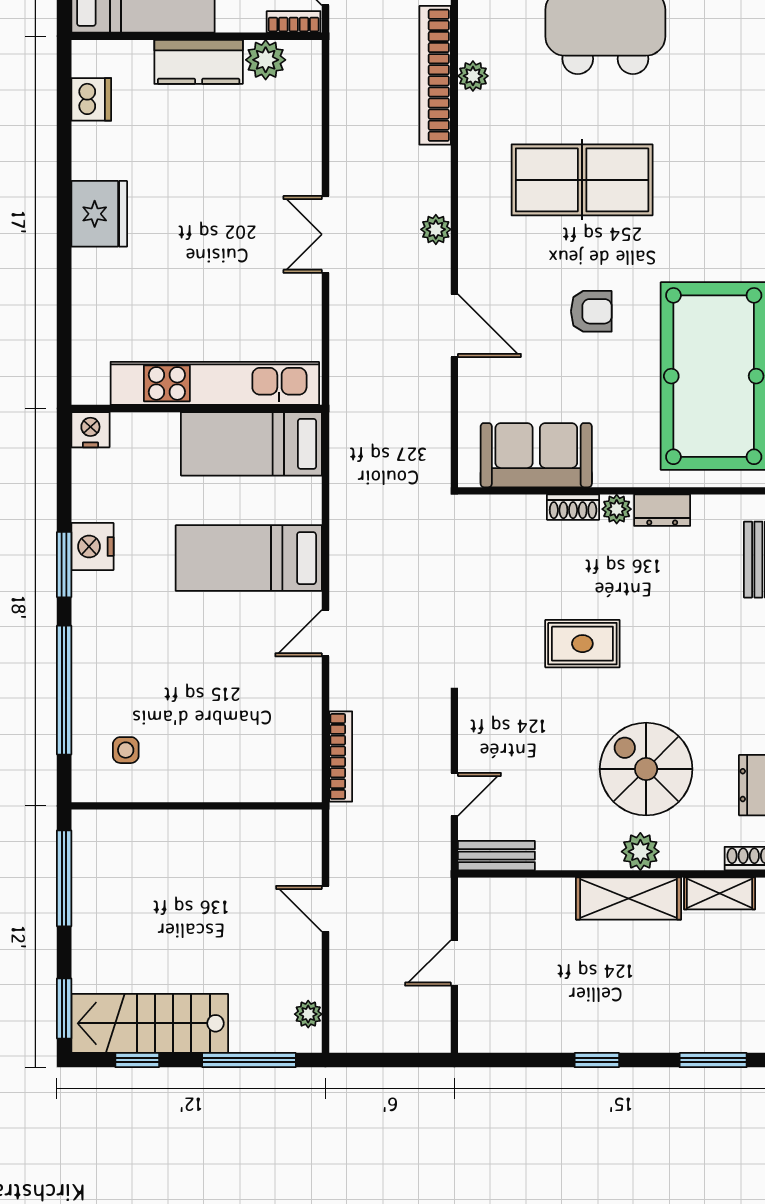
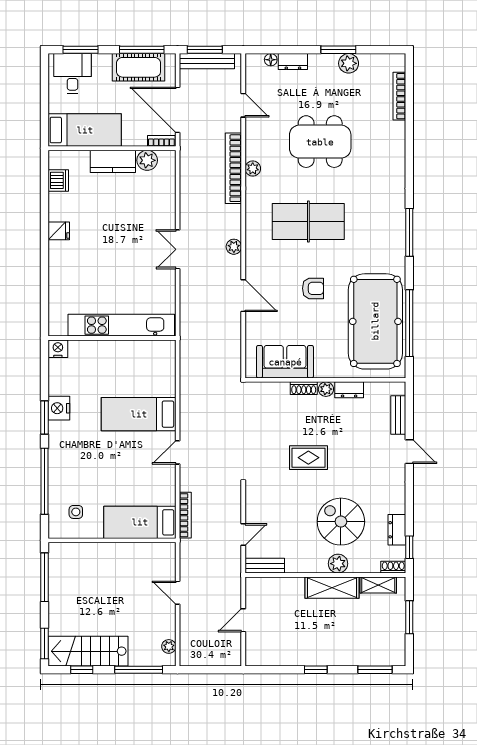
fridge: (99, 214) -> (59, 231), width x0.53, depth x0.75
bed: (251, 444) -> (140, 522), moved

